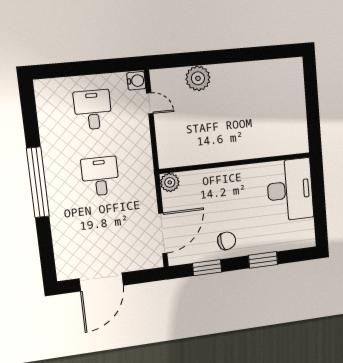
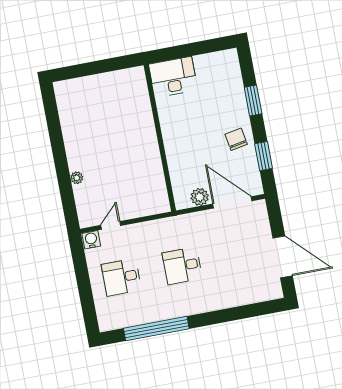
plant: (198, 78) -> (77, 178), width x0.53, depth x0.53
window: (38, 182) -> (156, 328), moved
plant: (170, 182) -> (200, 197), moved
desk: (290, 190) -> (173, 77), width x0.73, depth x0.77

